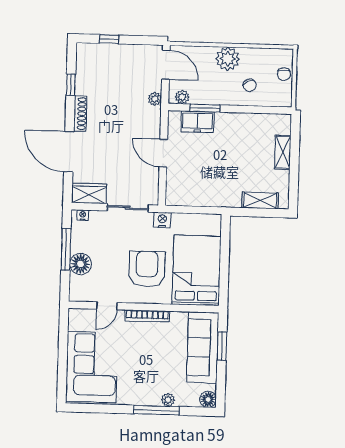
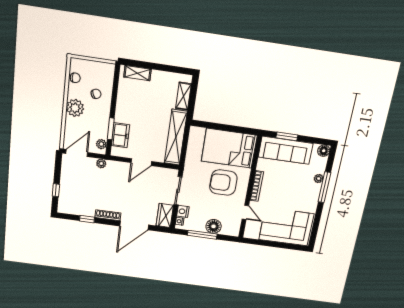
chair: (284, 74) -> (75, 78), moved
shelving: (283, 152) -> (137, 73), moved
shelving: (203, 196) -> (176, 137), added
nightstand: (162, 220) -> (183, 211), moved

